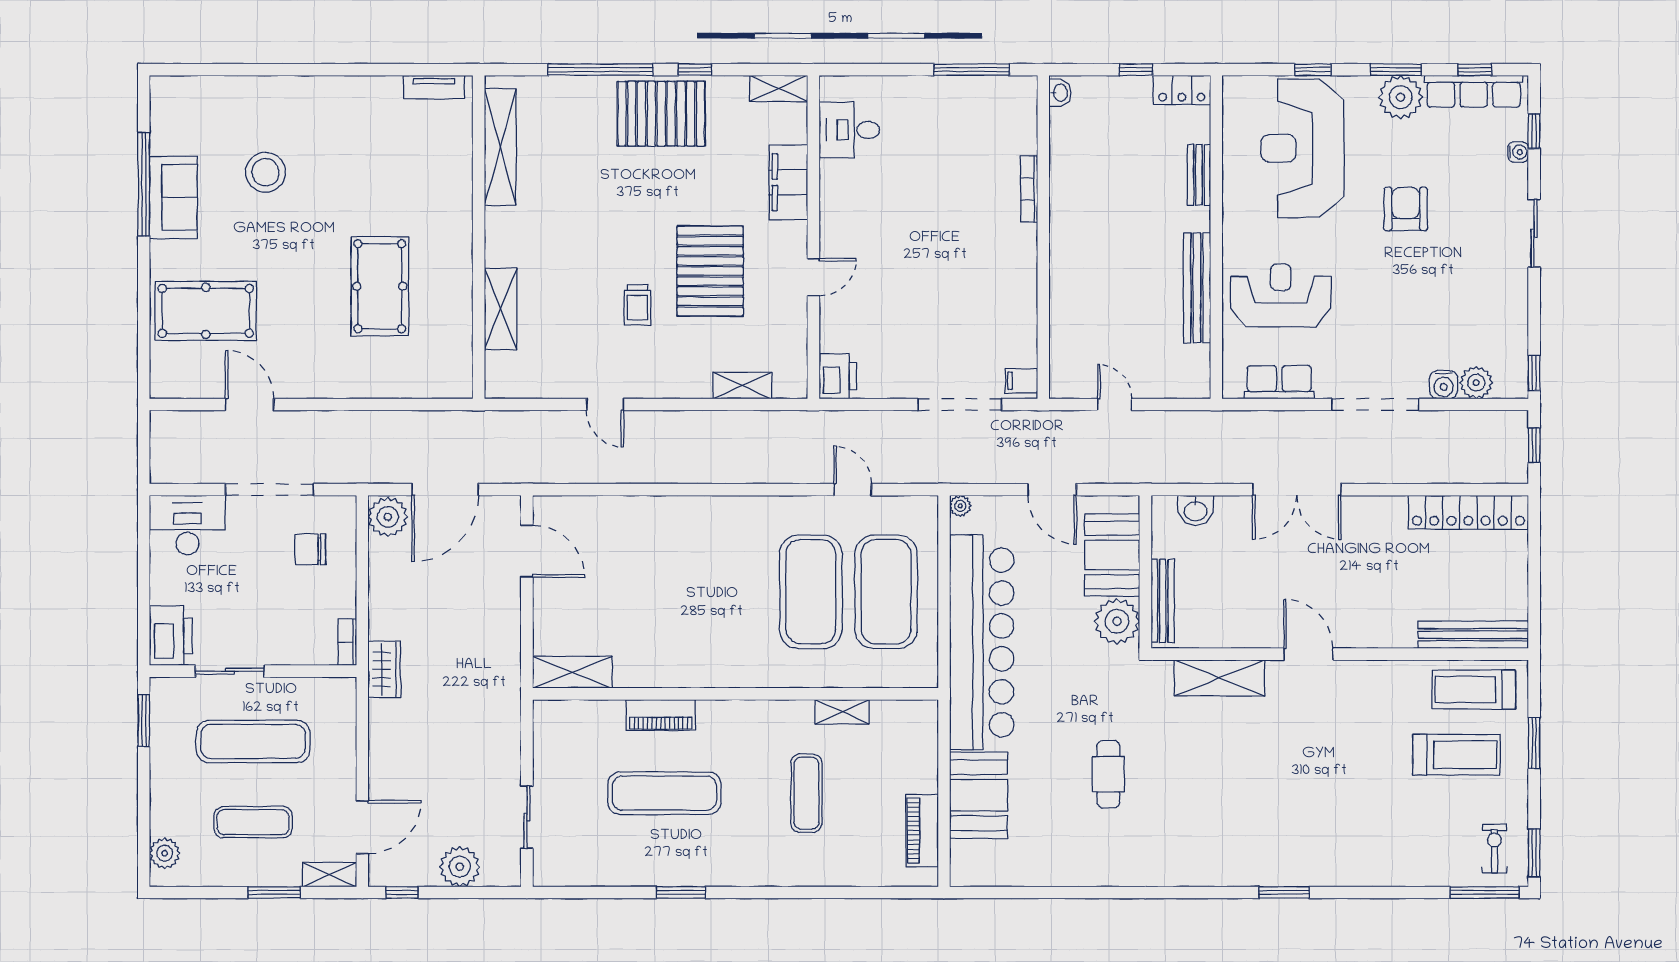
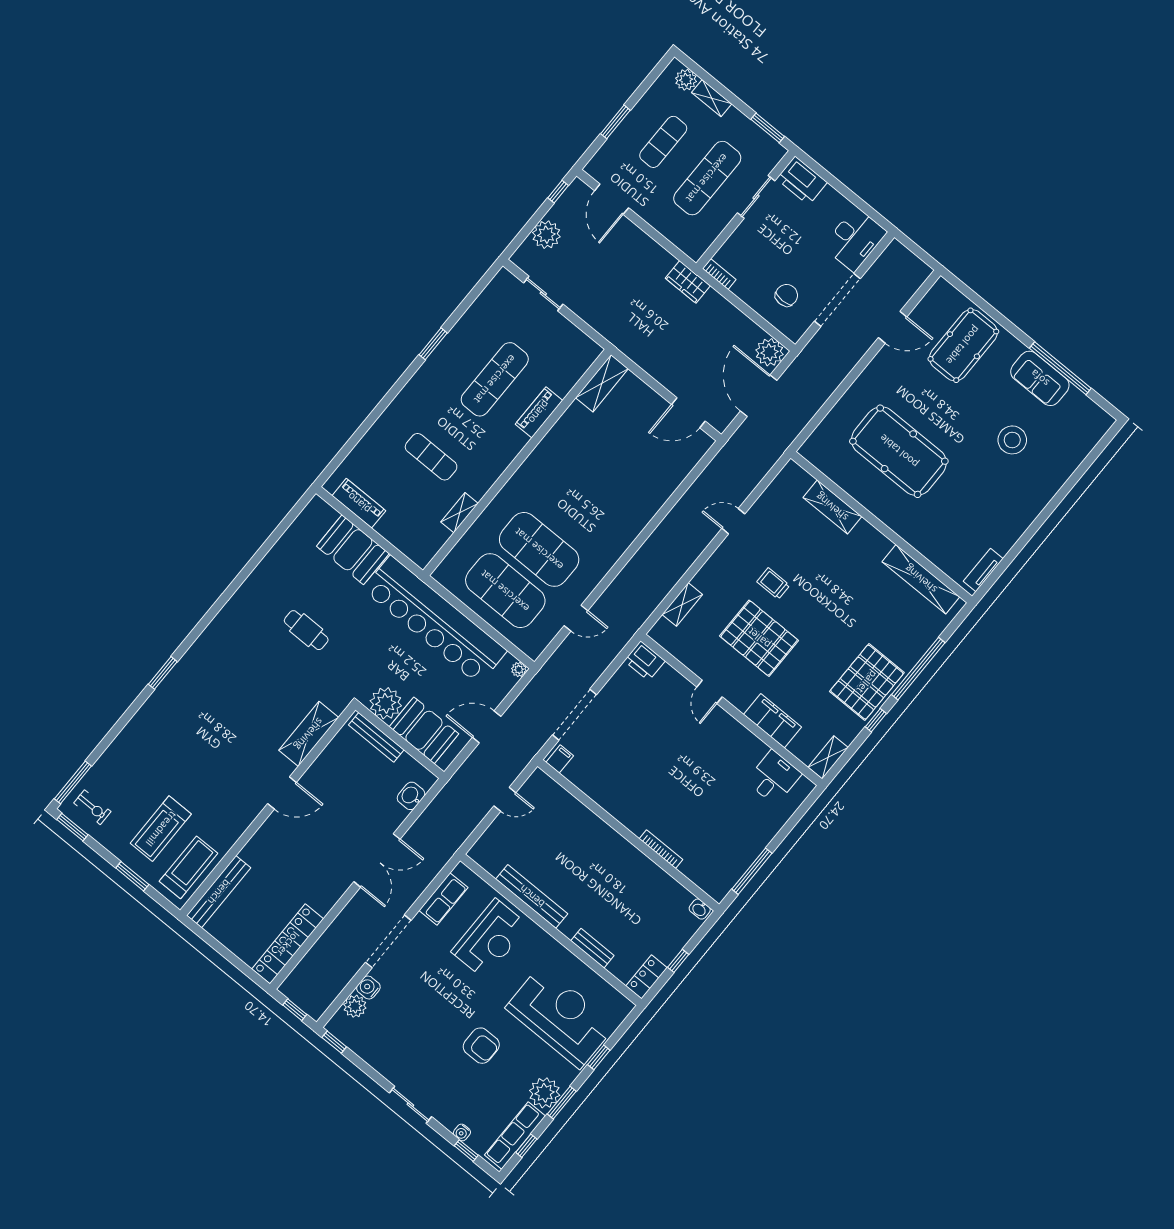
pool table: (380, 286) -> (899, 451), width x1.36, depth x1.32
double door: (1297, 490) -> (377, 860), swing flipped
shelving: (330, 875) -> (712, 98), moved, turned 90

